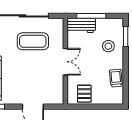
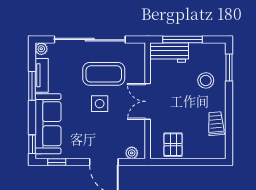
double door: (65, 62) -> (148, 101), swing flipped
side table: (30, 63) -> (100, 104), added
plant: (53, 100) -> (132, 153), added

